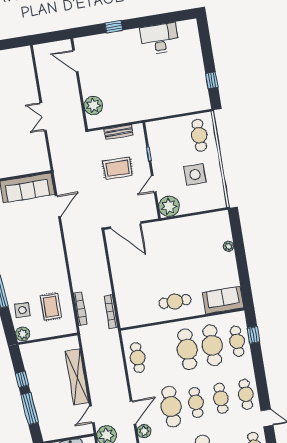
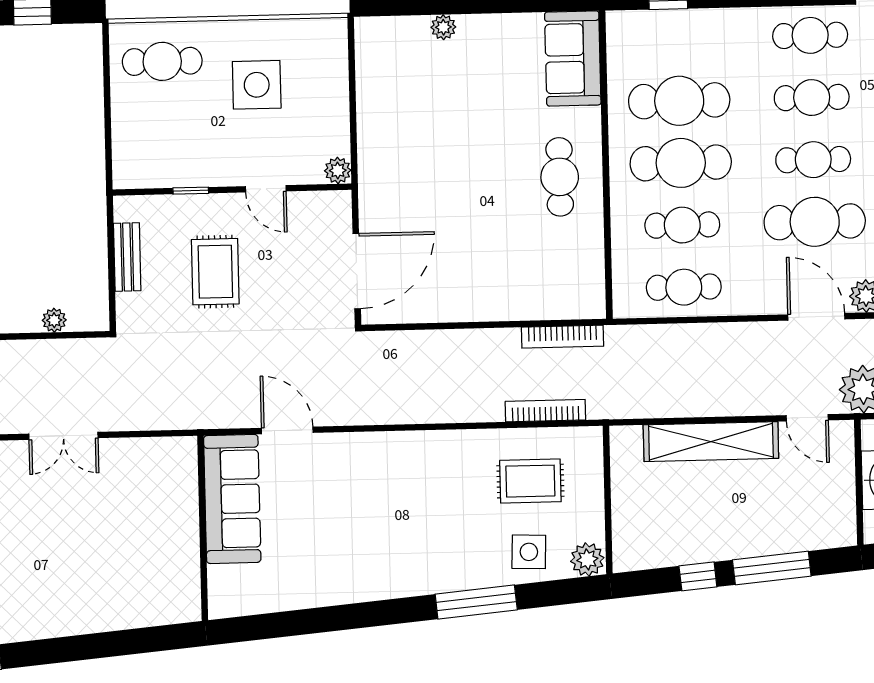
plant: (93, 106) -> (54, 320), width x0.53, depth x0.53
plant: (169, 206) -> (338, 170), width x0.53, depth x0.53
cafe table: (237, 341) -> (682, 225), moved

